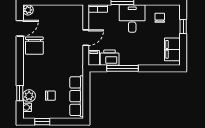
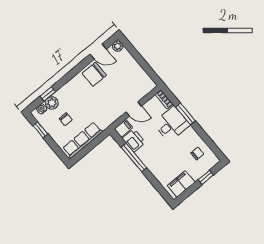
desk: (132, 19) -> (172, 124), moved

